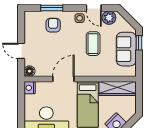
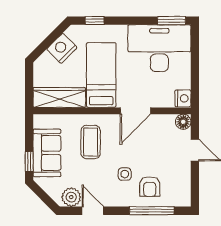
window: (52, 8) -> (152, 211), width x1.44
side table: (80, 18) -> (125, 174), moved
coffee table: (93, 44) -> (91, 142), moved

